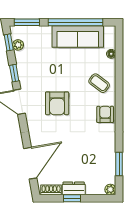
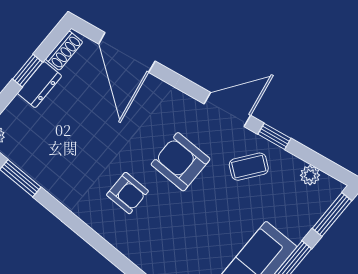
window: (9, 42) -> (325, 165), removed
coffee table: (99, 83) -> (249, 167), moved
armchair: (105, 114) -> (127, 193), moved

